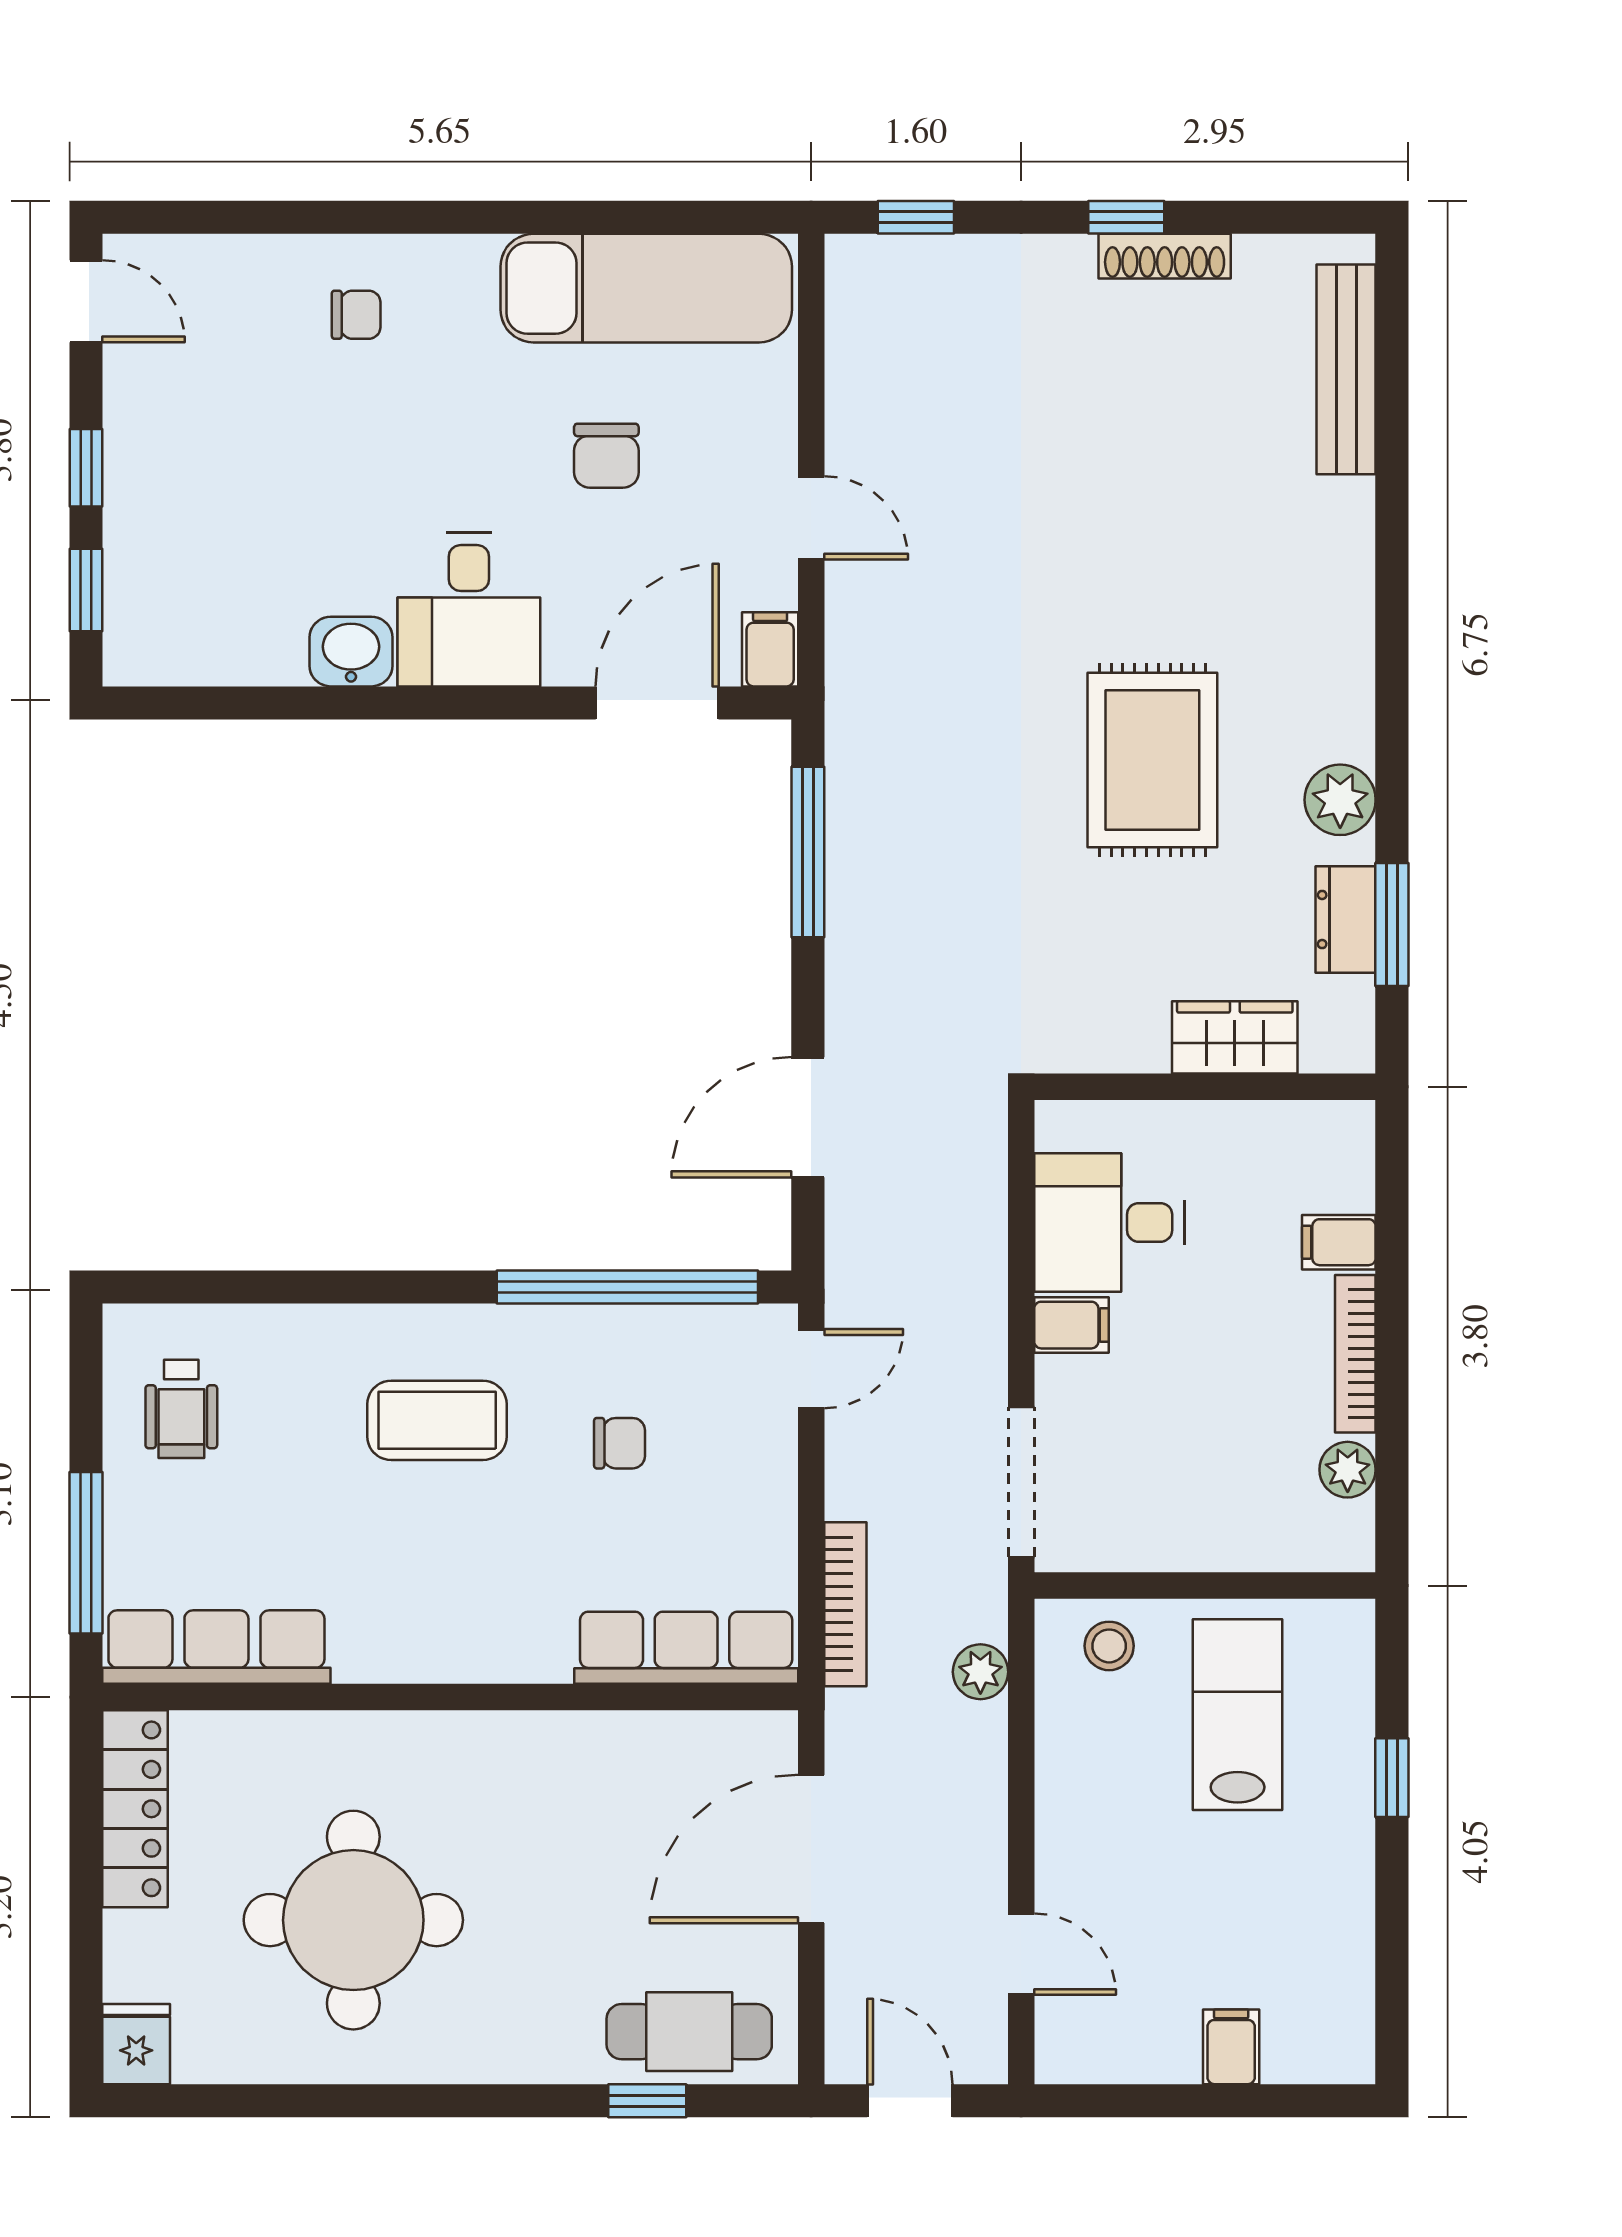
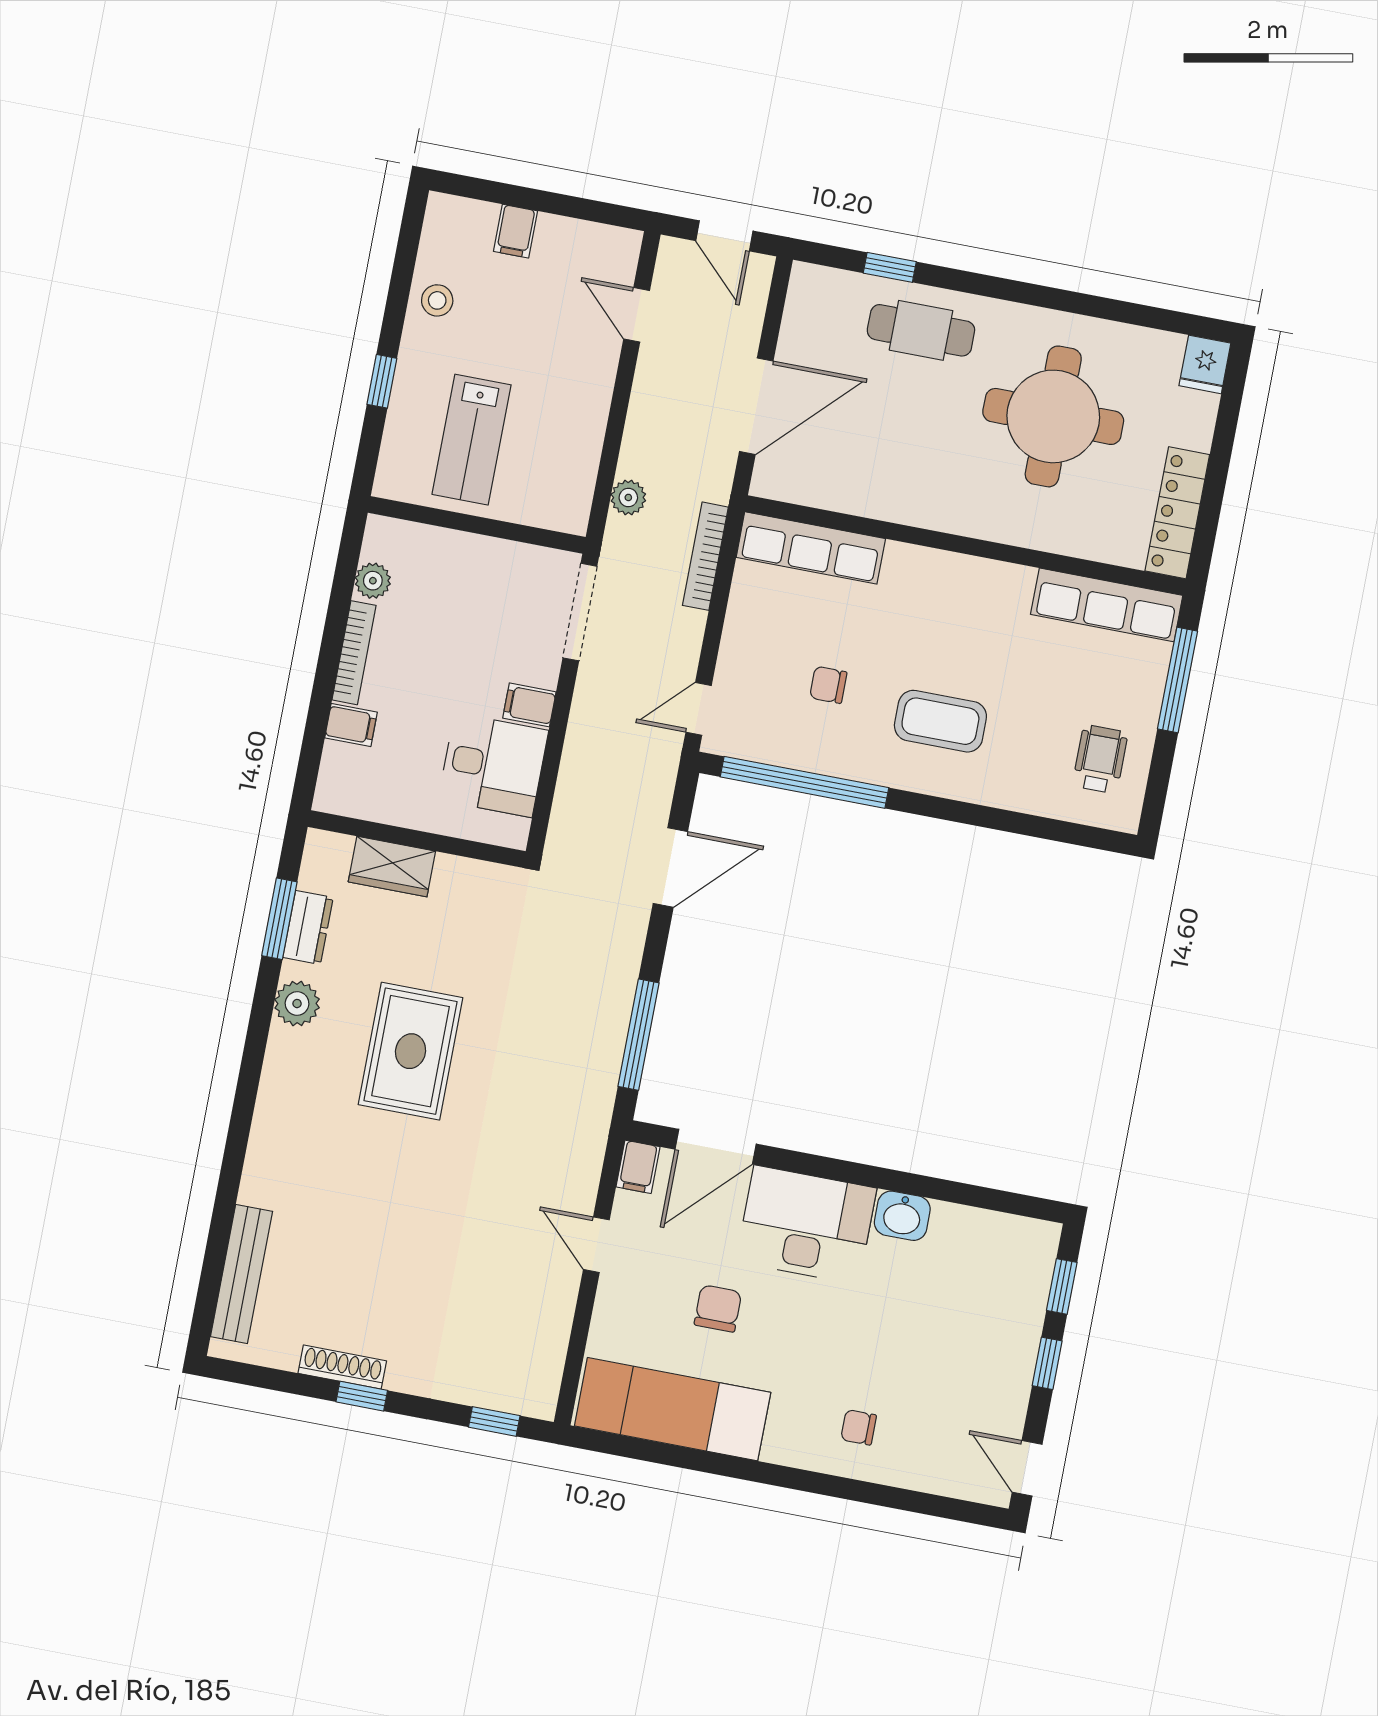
desk: (469, 610) -> (806, 1225), width x1.37
stool: (1109, 1646) -> (437, 300), moved
cafe table: (689, 2032) -> (921, 330), moved

